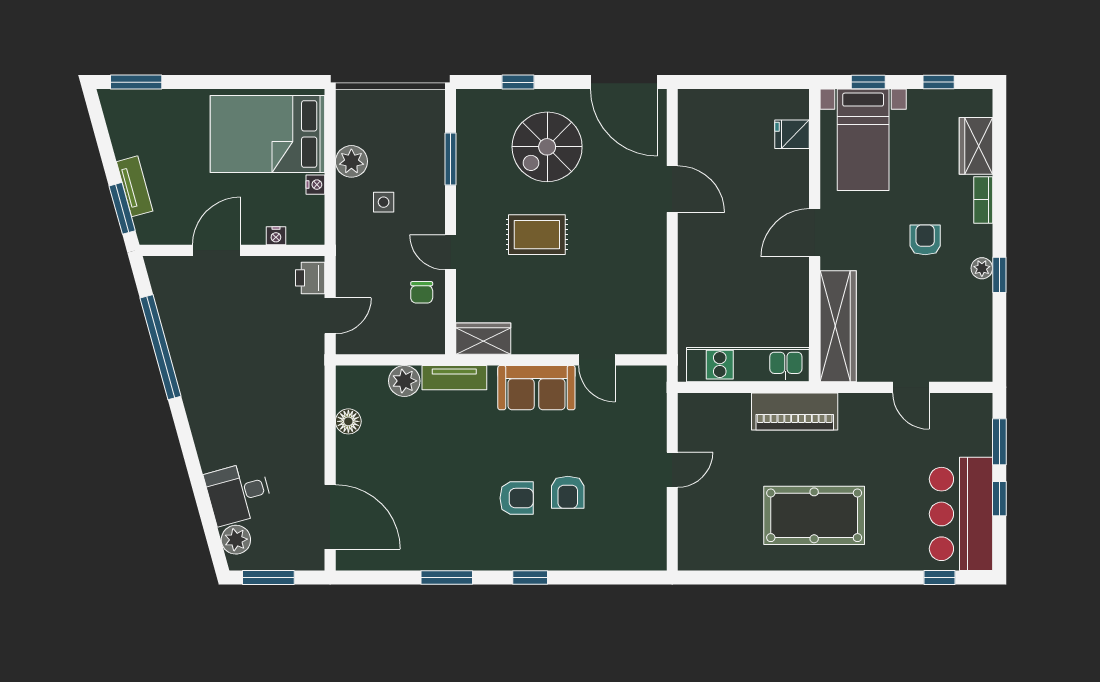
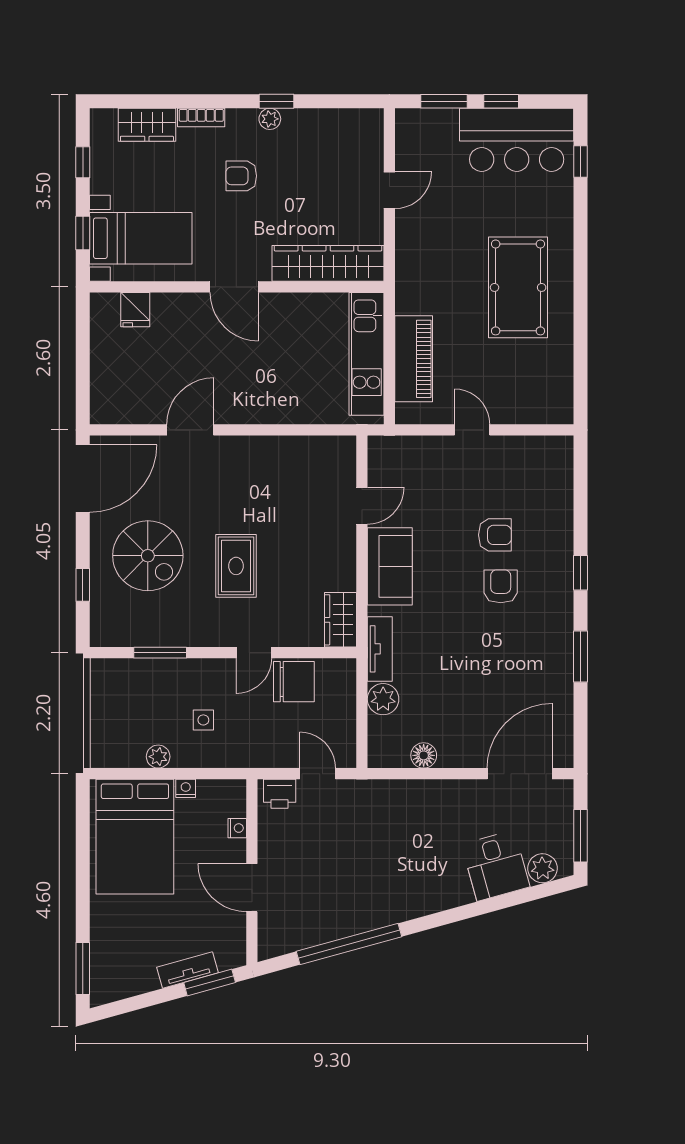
plant: (351, 161) -> (158, 757), width x0.73, depth x0.73
chair: (422, 292) -> (294, 682), width x1.87, depth x1.87
piano: (795, 411) -> (414, 359), moved

